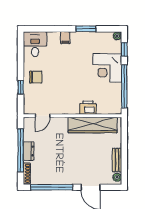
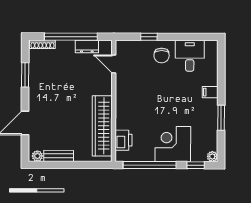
desk: (35, 44) -> (190, 56), moved, turned -90
printer: (88, 108) -> (124, 140), moved
dresser: (29, 151) -> (87, 47), moved
window: (52, 187) -> (25, 75), width x0.47

